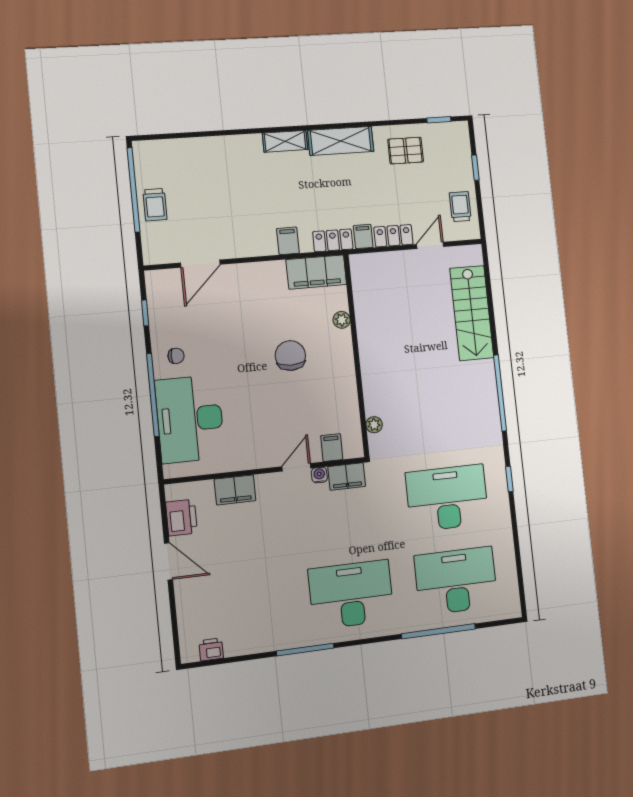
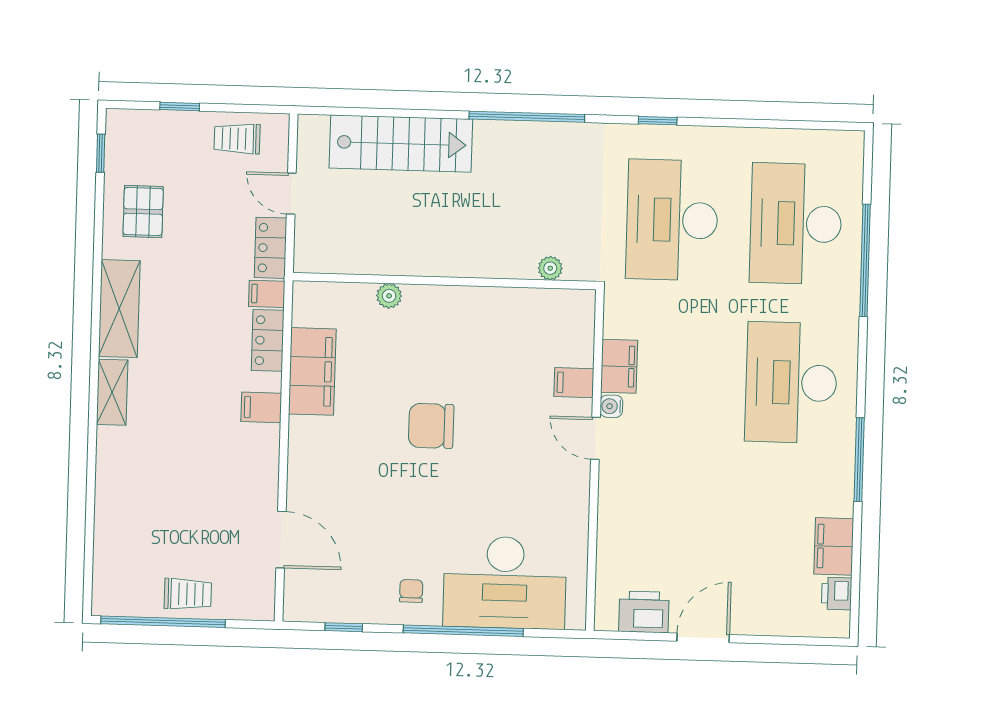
plant: (342, 320) -> (389, 296), moved
wall: (356, 355) -> (444, 281), moved
plant: (374, 425) -> (550, 268), moved
filing cabinet: (235, 490) -> (834, 546), moved, turned 180

